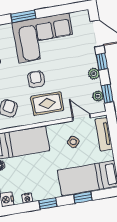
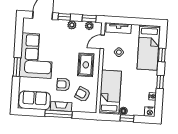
armchair: (36, 79) -> (63, 84), moved

